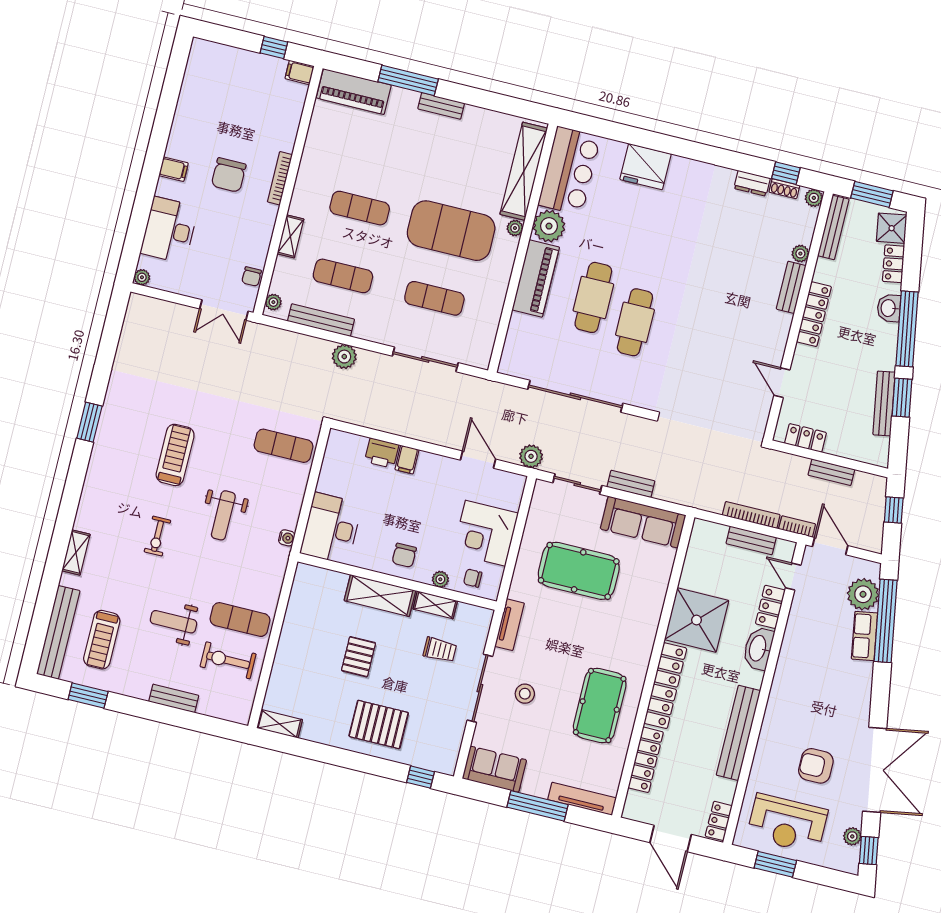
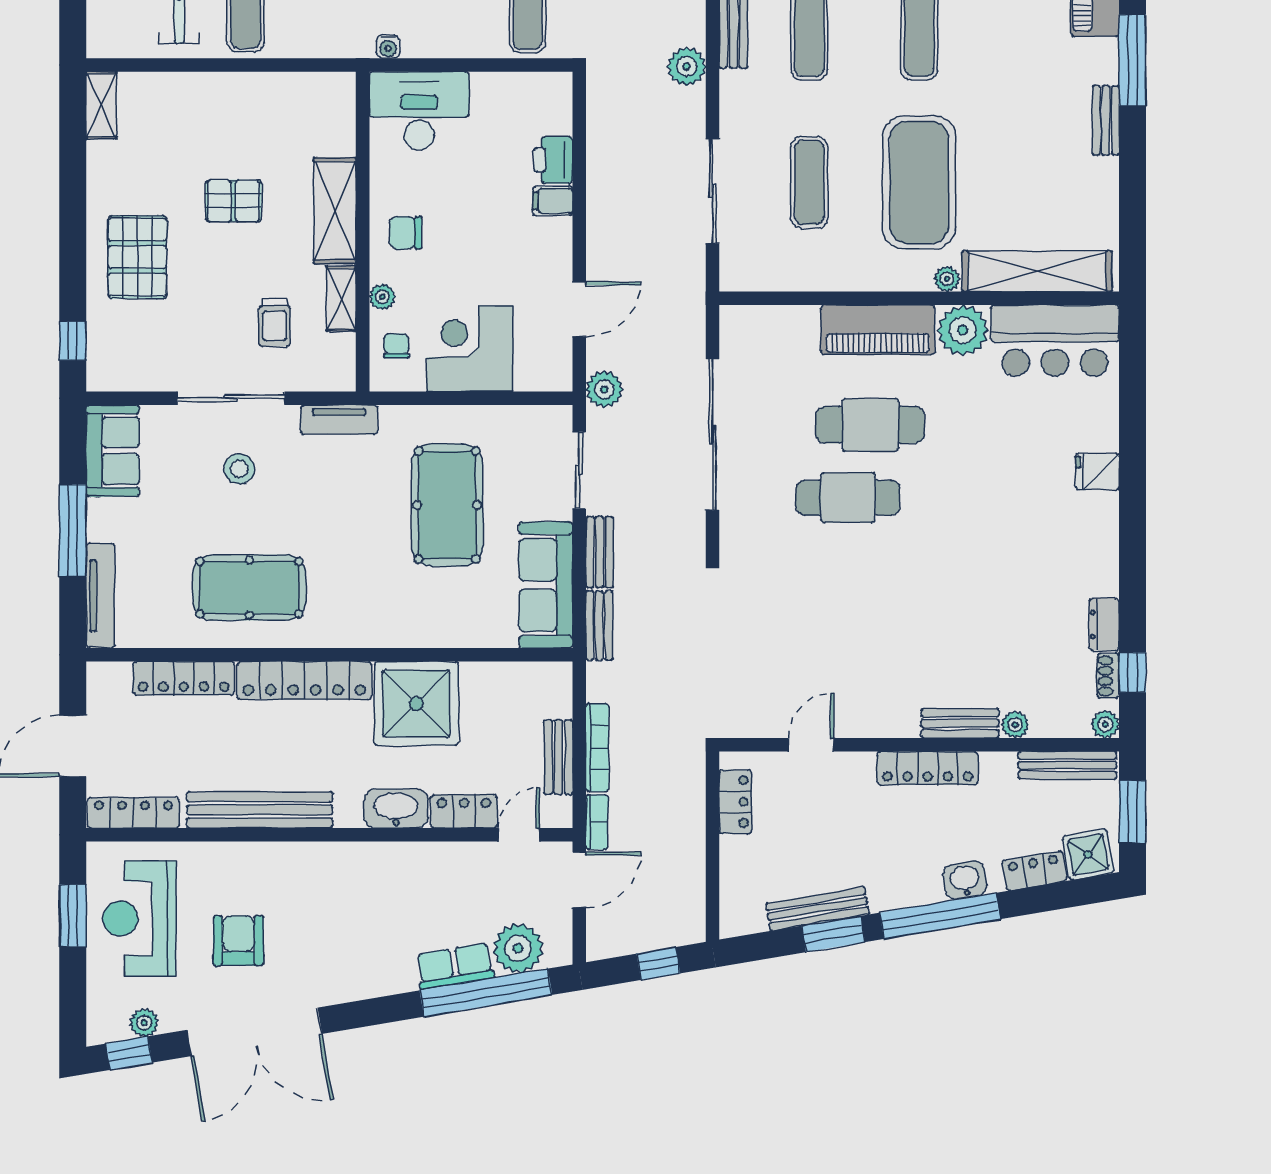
fridge: (646, 167) -> (1097, 472), width x0.53, depth x0.75
bench: (831, 472) -> (599, 625), moved
locker: (719, 821) -> (133, 813), width x1.53

